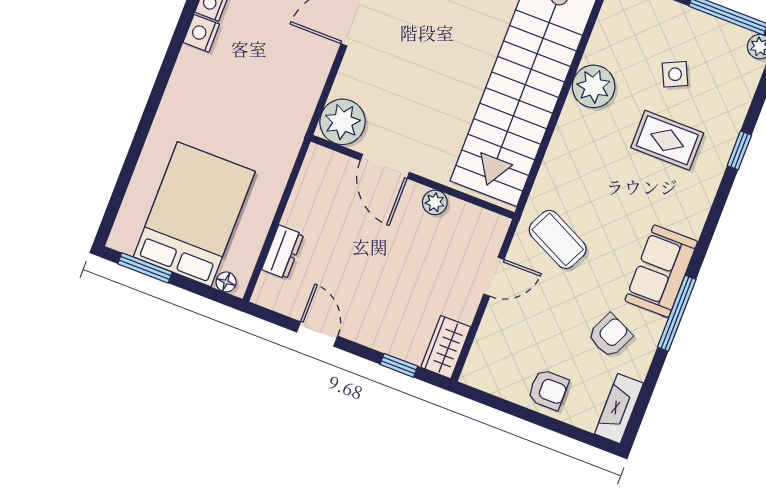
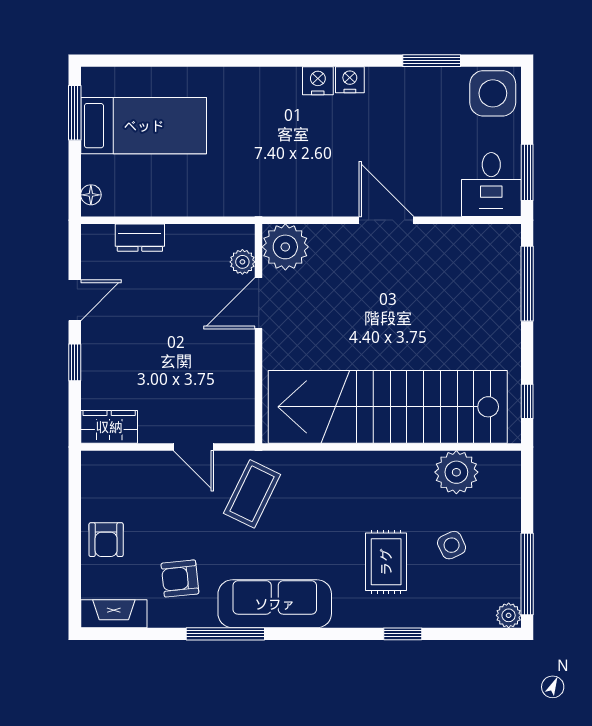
plant: (594, 86) -> (456, 472), moved
plant: (435, 202) -> (242, 262), moved
bed: (194, 214) -> (144, 126), width x0.67
sofa: (661, 271) -> (275, 604), width x1.36
armchair: (610, 335) -> (180, 579), turned 149
window: (399, 365) -> (75, 362), moved

